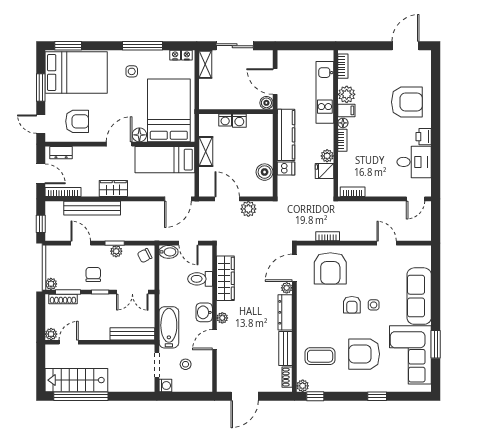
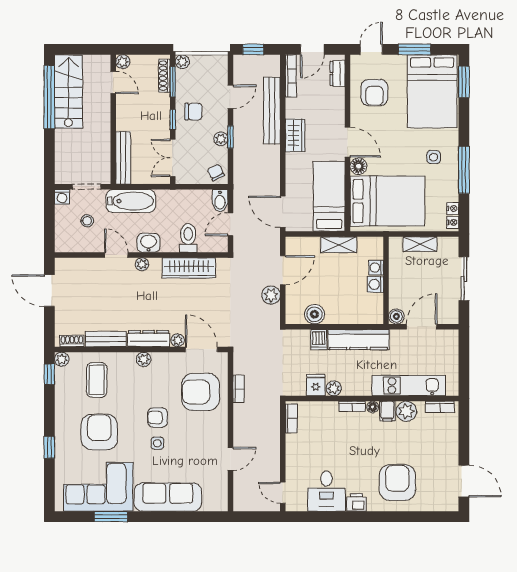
shelving: (205, 64) -> (420, 244), moved
armchair: (407, 102) -> (397, 483), turned 180
plant: (303, 317) -> (144, 359), added

